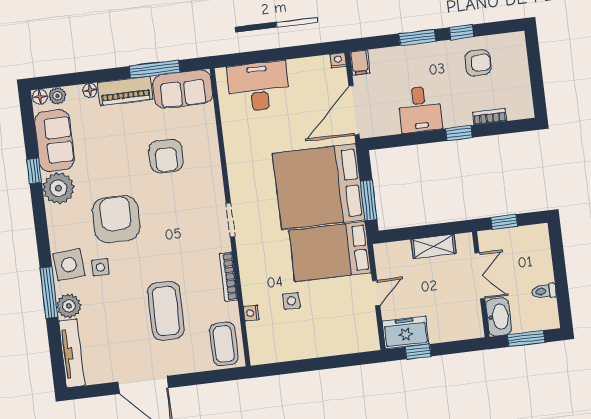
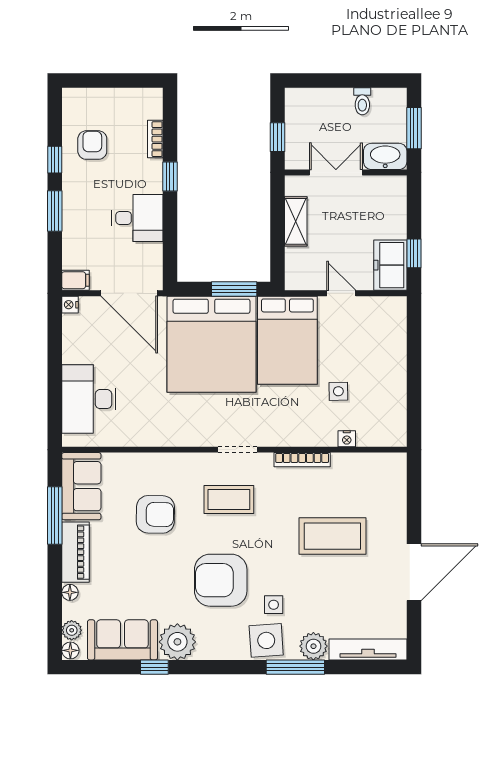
coffee table: (224, 344) -> (229, 500), moved

